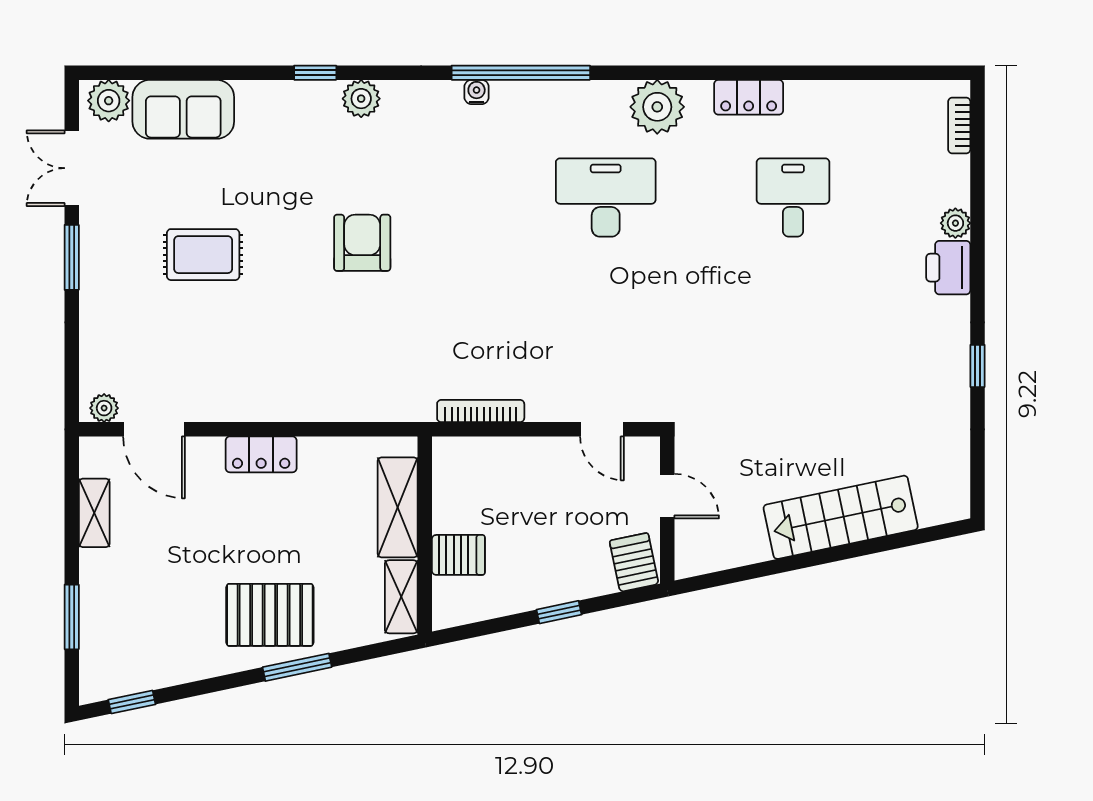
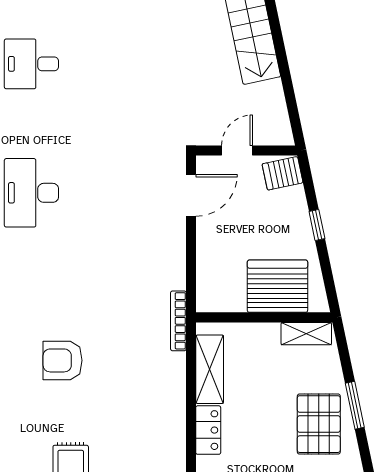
bookcase: (481, 411) -> (178, 321), moved
door: (602, 429) -> (191, 195), width x1.38
shelving: (398, 507) -> (210, 369), moved, turned 90
server rack: (458, 555) -> (277, 286), width x2.18, depth x1.44

